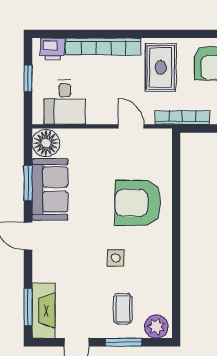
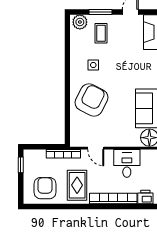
desk: (65, 102) -> (127, 163), moved
armchair: (138, 203) -> (91, 100), turned -63
side table: (116, 258) -> (93, 65), moved

